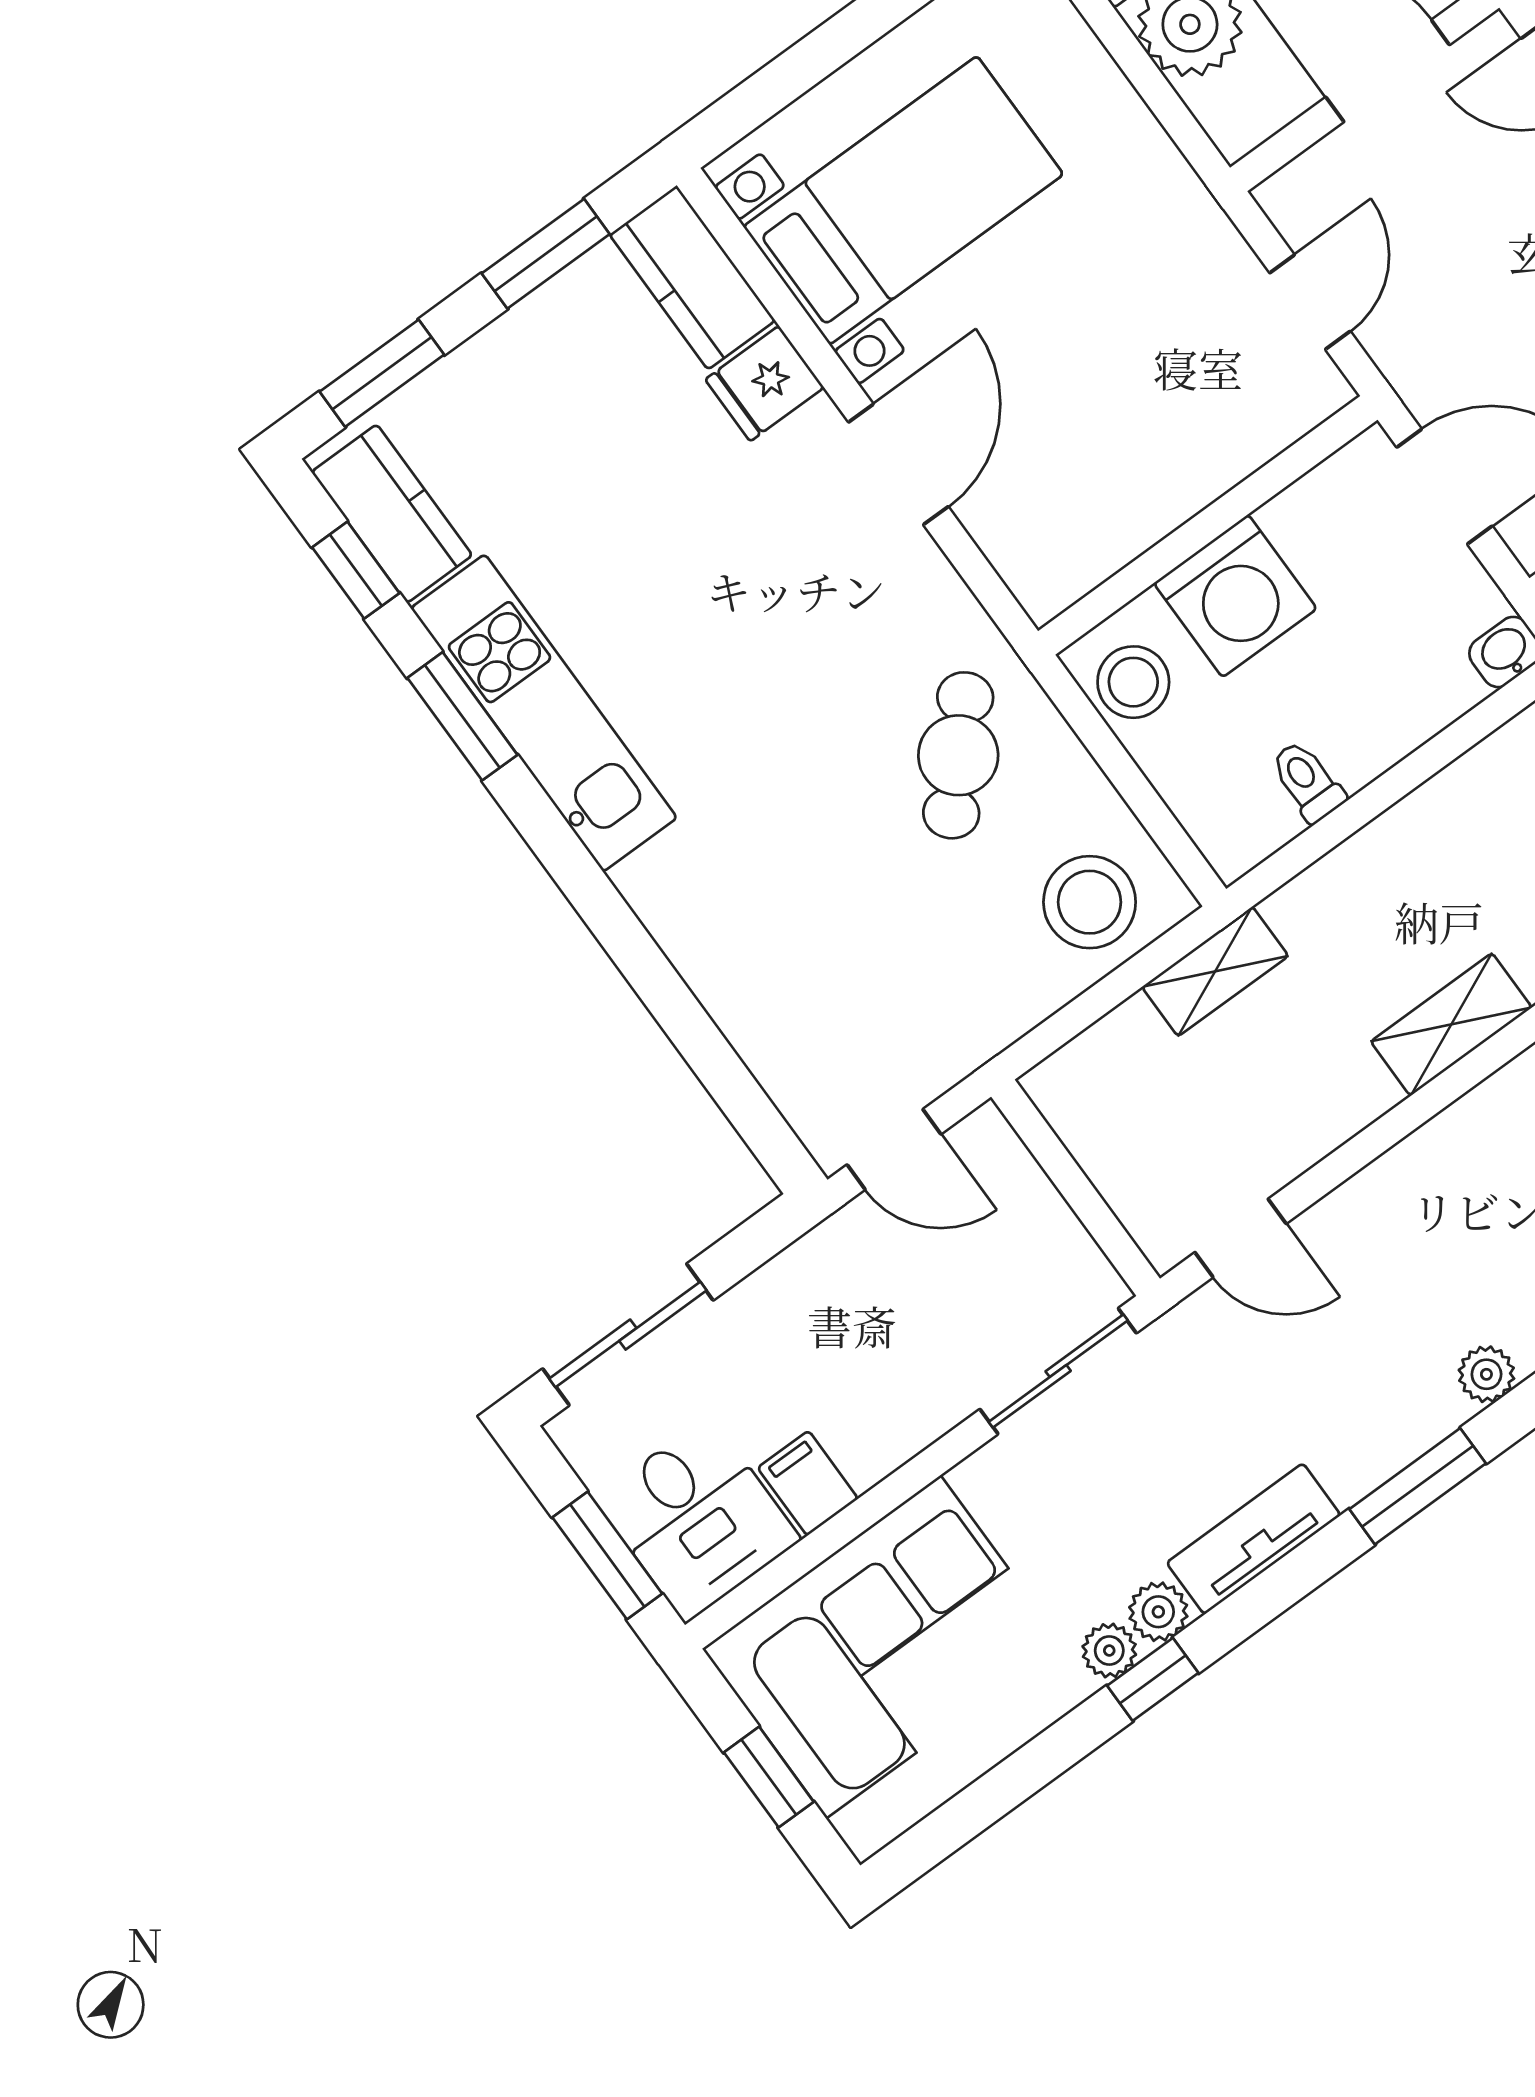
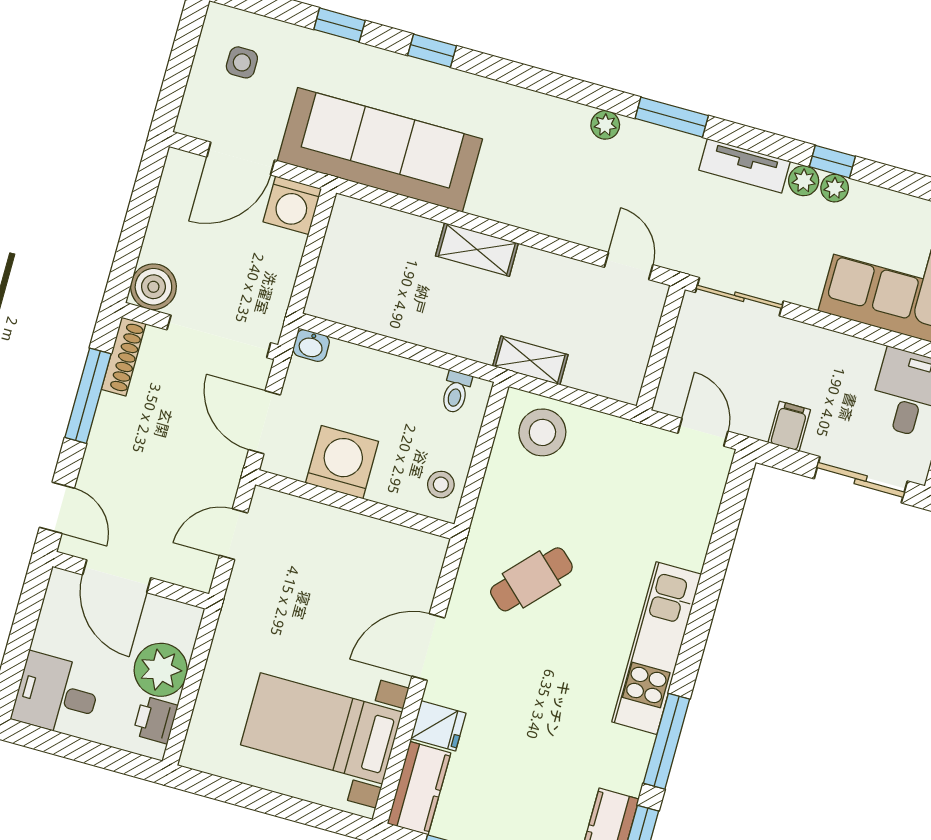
washing machine: (1235, 596) -> (342, 462), moved
stool: (1133, 682) -> (441, 485), width x0.73, depth x0.73
kitchen unit: (544, 713) -> (657, 648), moved
window: (462, 716) -> (667, 741), width x1.44
cafe table: (958, 755) -> (531, 579), moved
toilet: (1307, 781) -> (456, 392), moved
filing cabinet: (808, 1483) -> (789, 426), moved, turned 180

